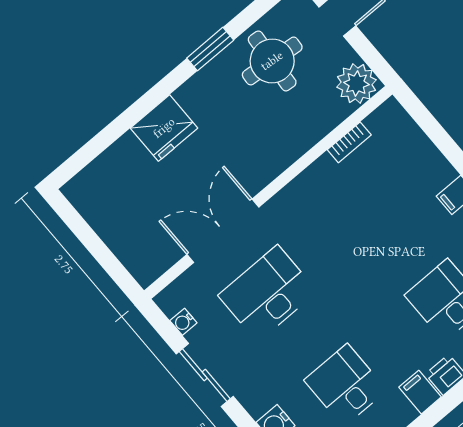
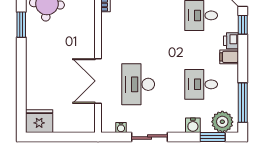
fridge: (164, 128) -> (39, 121), moved, turned -90

